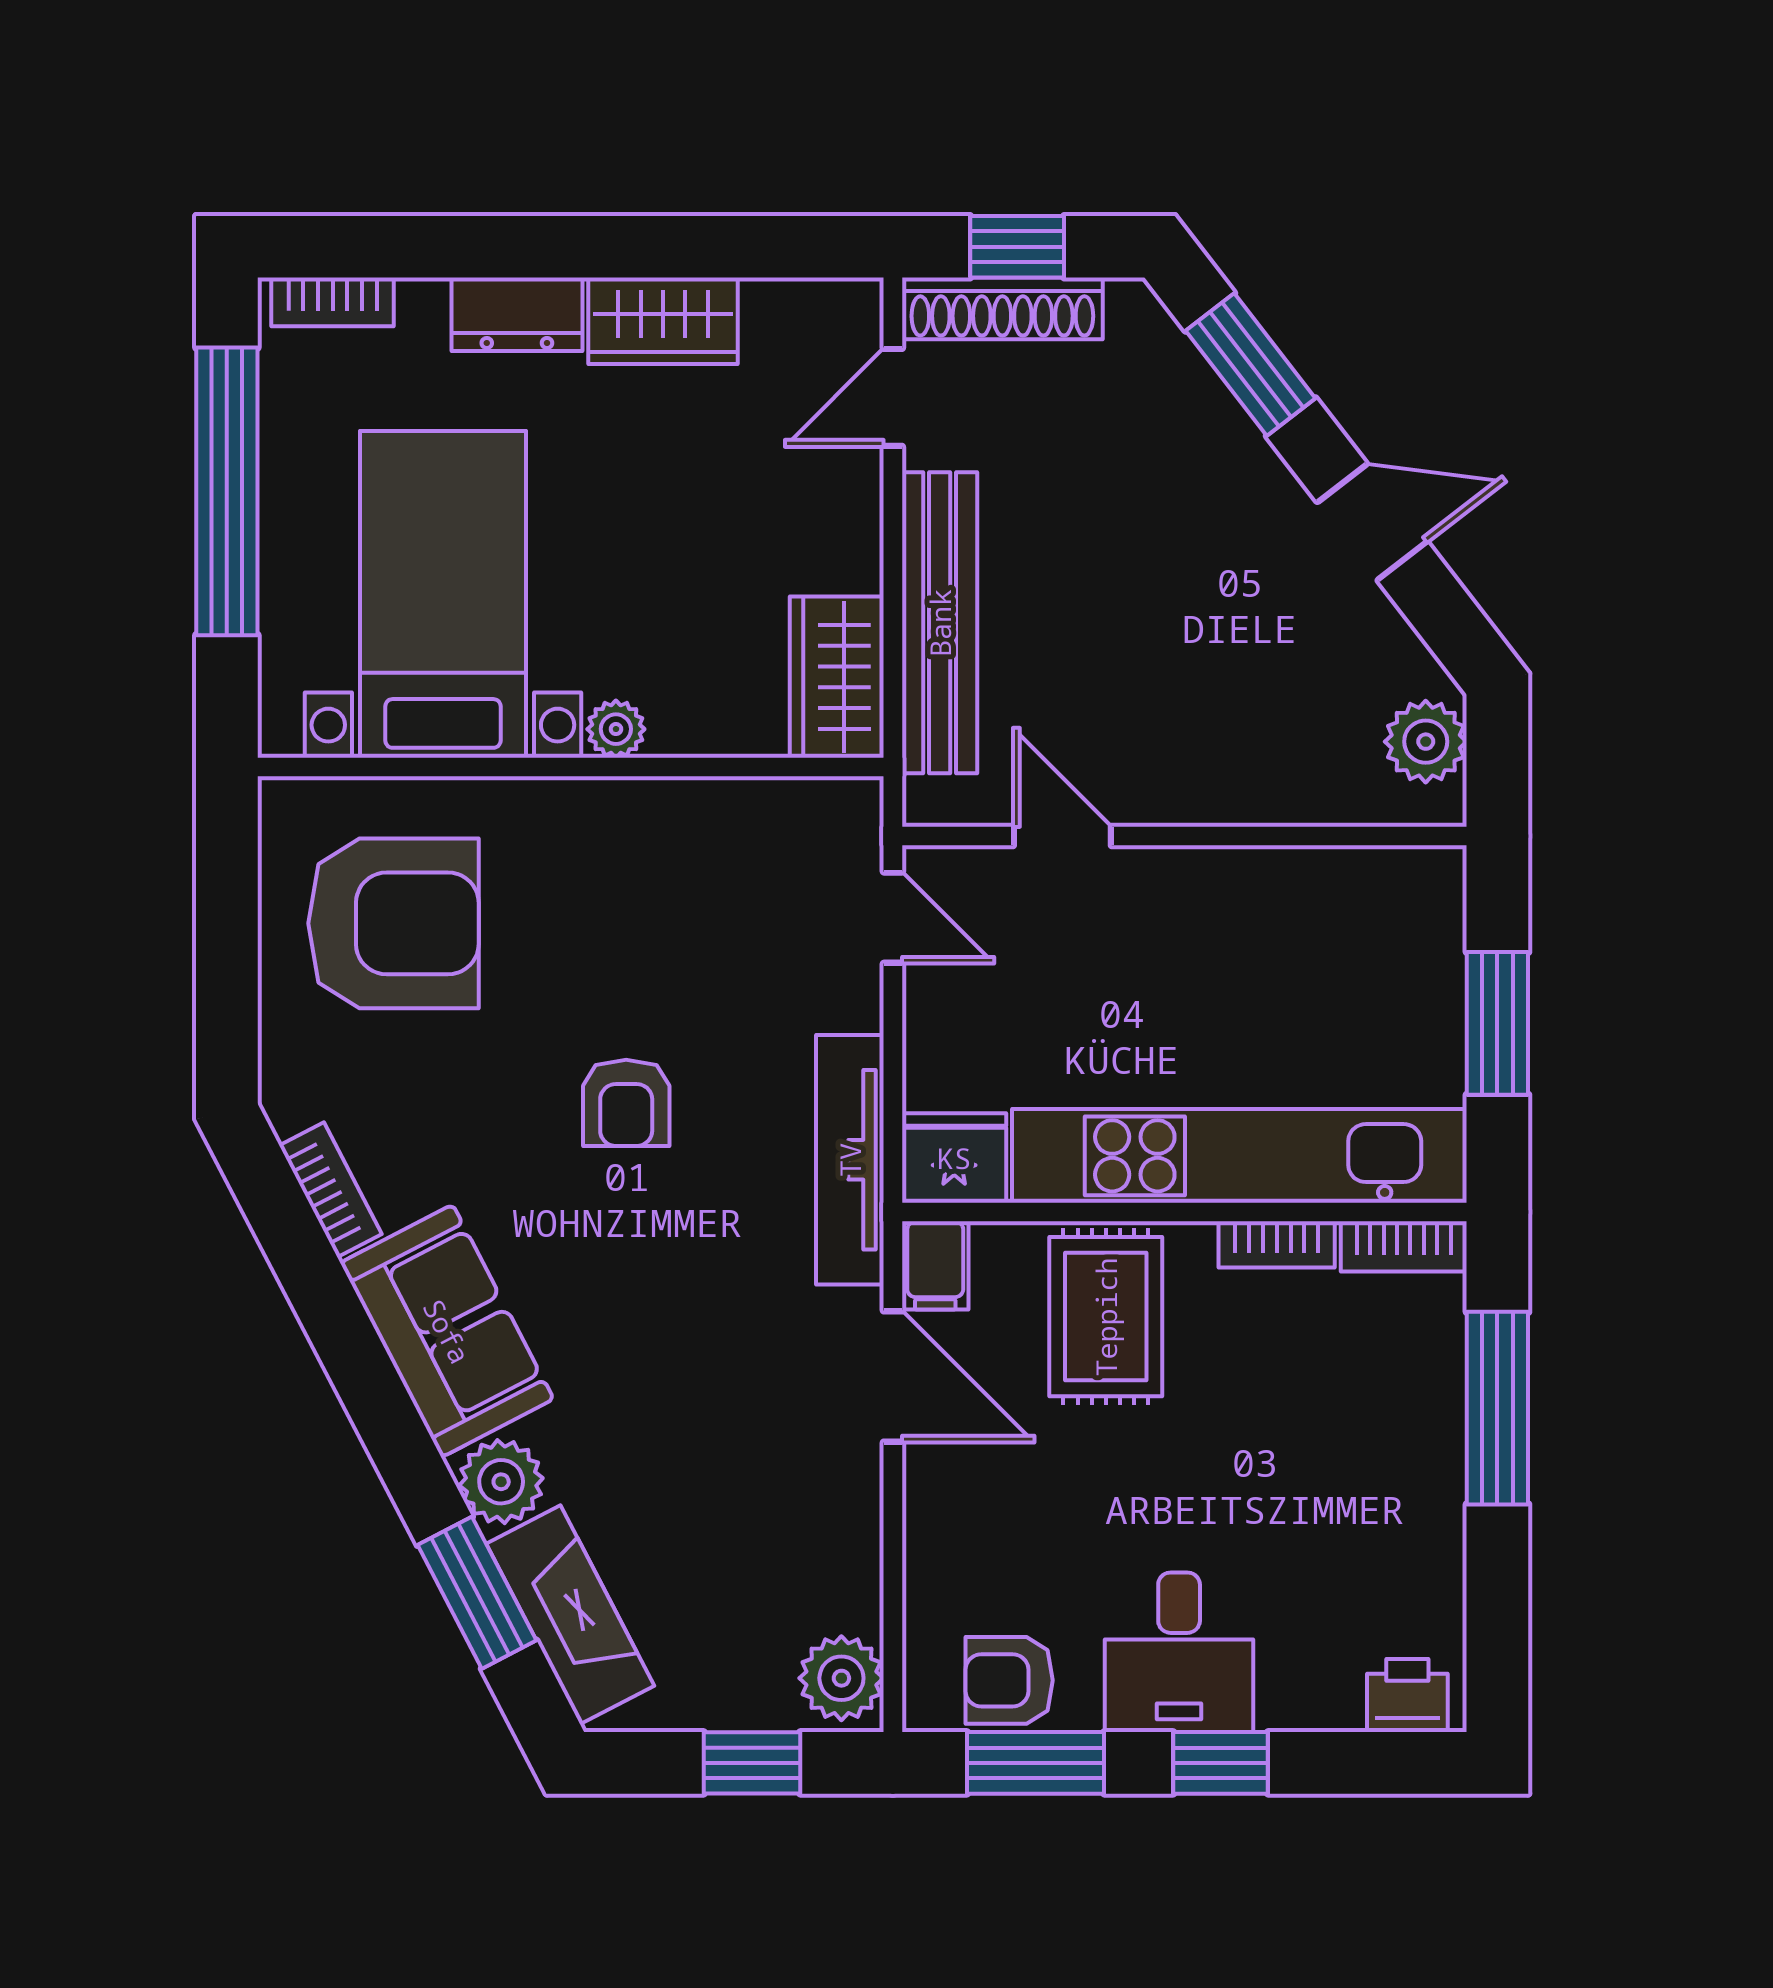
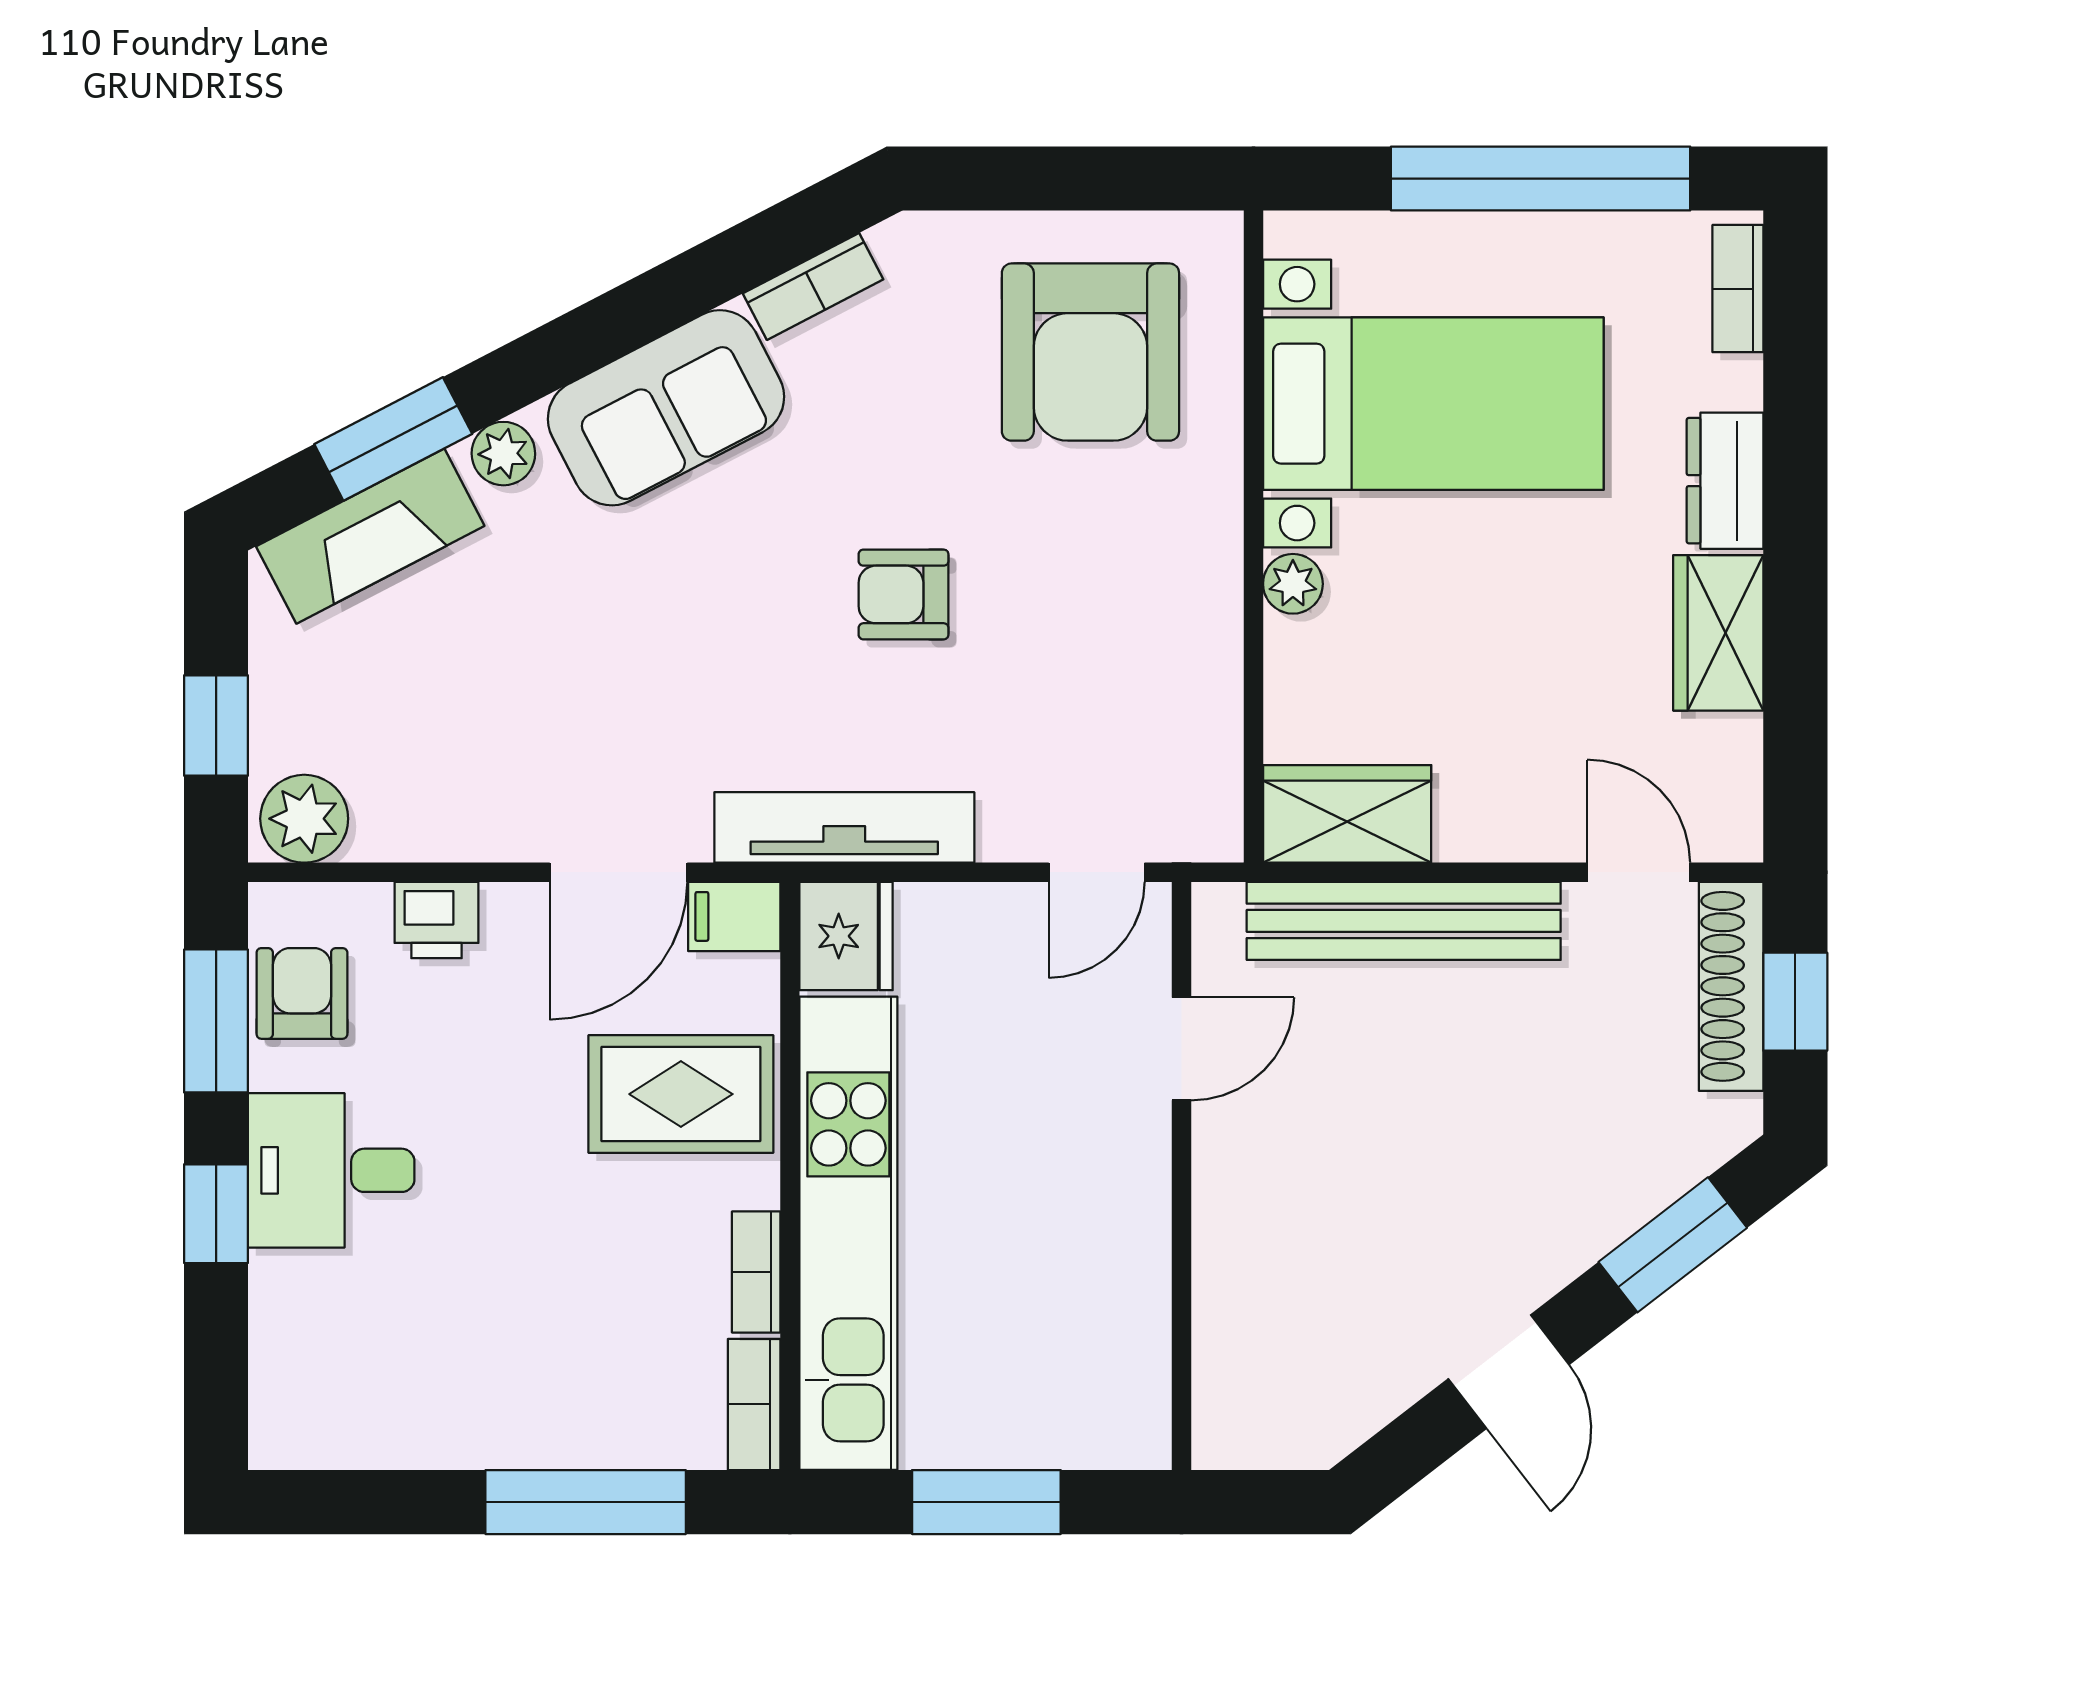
plant: (1426, 742) -> (1280, 1427), removed
plant: (501, 1482) -> (503, 454), width x0.73, depth x0.73
printer: (1407, 1696) -> (437, 920), moved, turned 90

